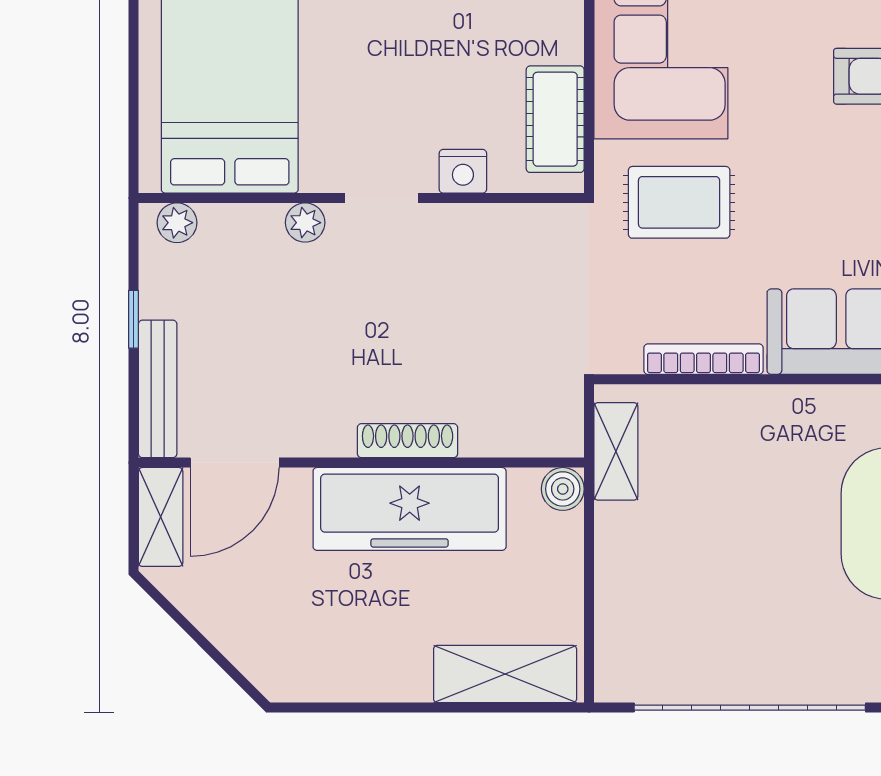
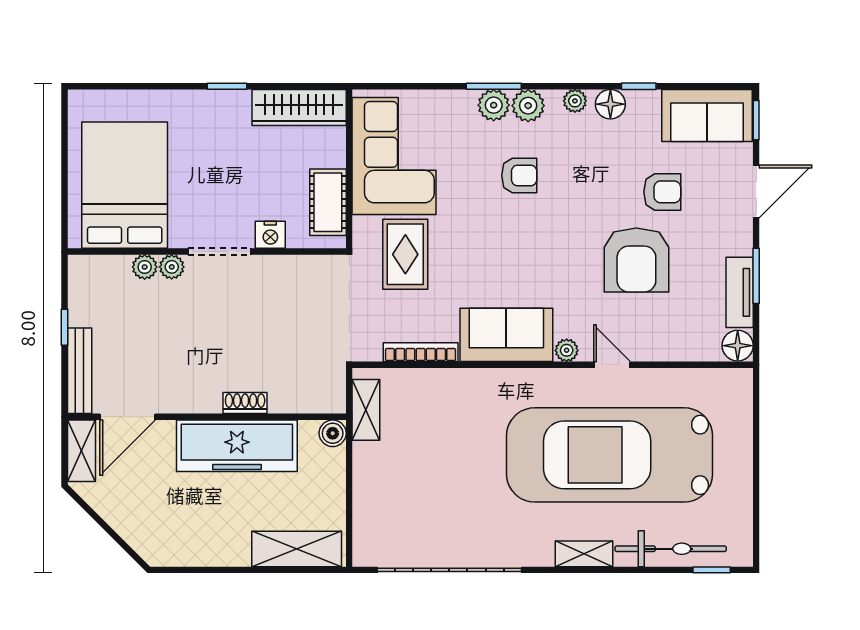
doorway: (382, 198) -> (219, 252), width x1.38
rug: (679, 202) -> (405, 254), turned 90
plant: (177, 223) -> (145, 267), moved
shoe rack: (408, 441) -> (245, 403), width x0.70

